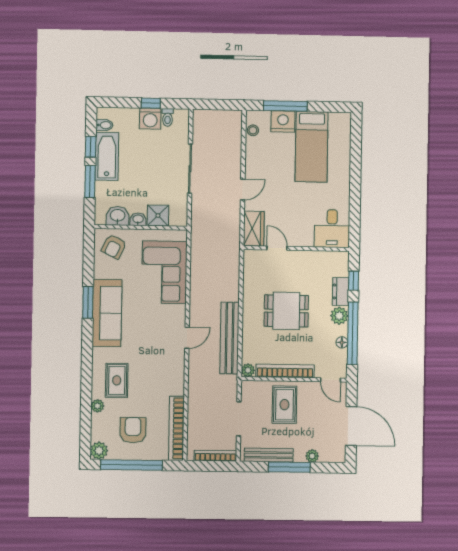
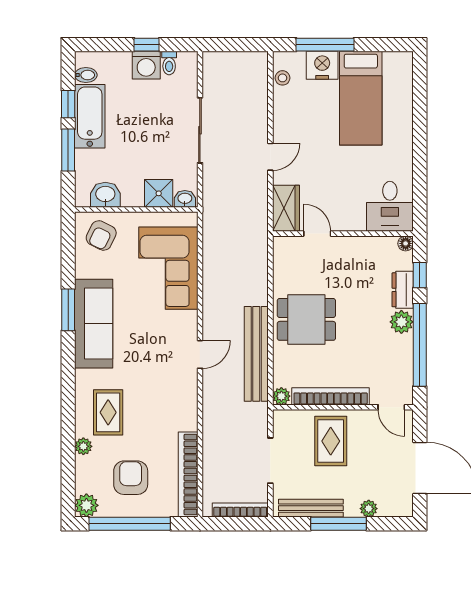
washbasin: (138, 219) -> (185, 199), moved
dining table: (286, 311) -> (306, 319), moved
floor lamp: (342, 342) -> (406, 243), moved

